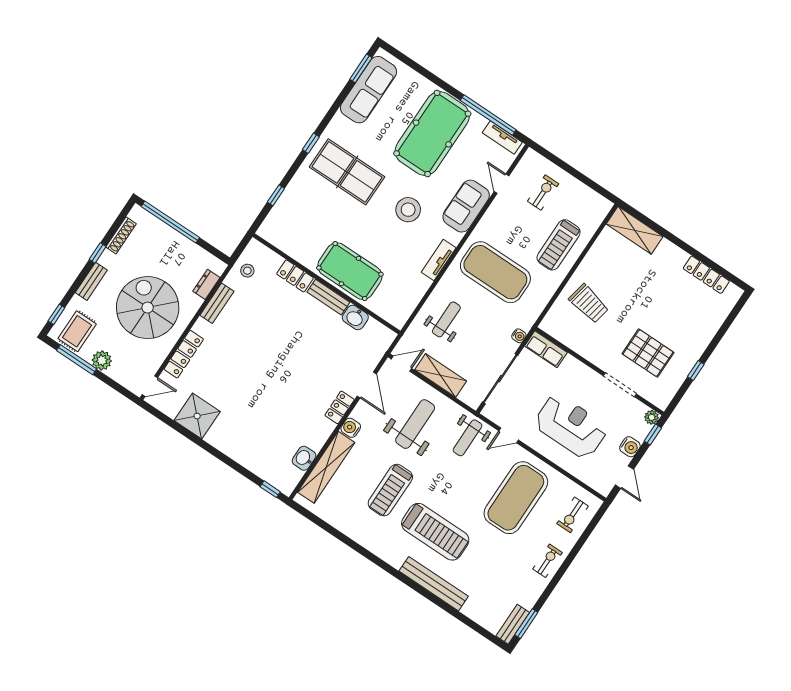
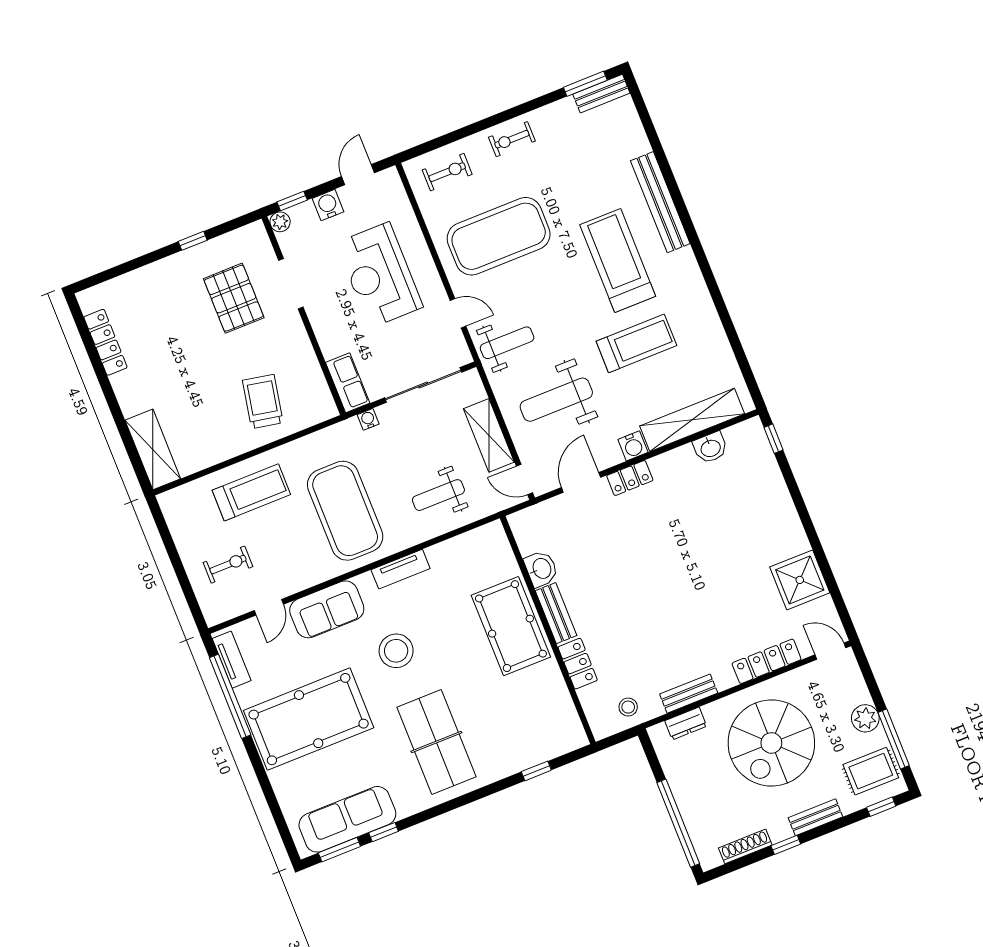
window: (311, 143) -> (384, 832), moved
exercise bike: (543, 193) -> (228, 565), turned 180

